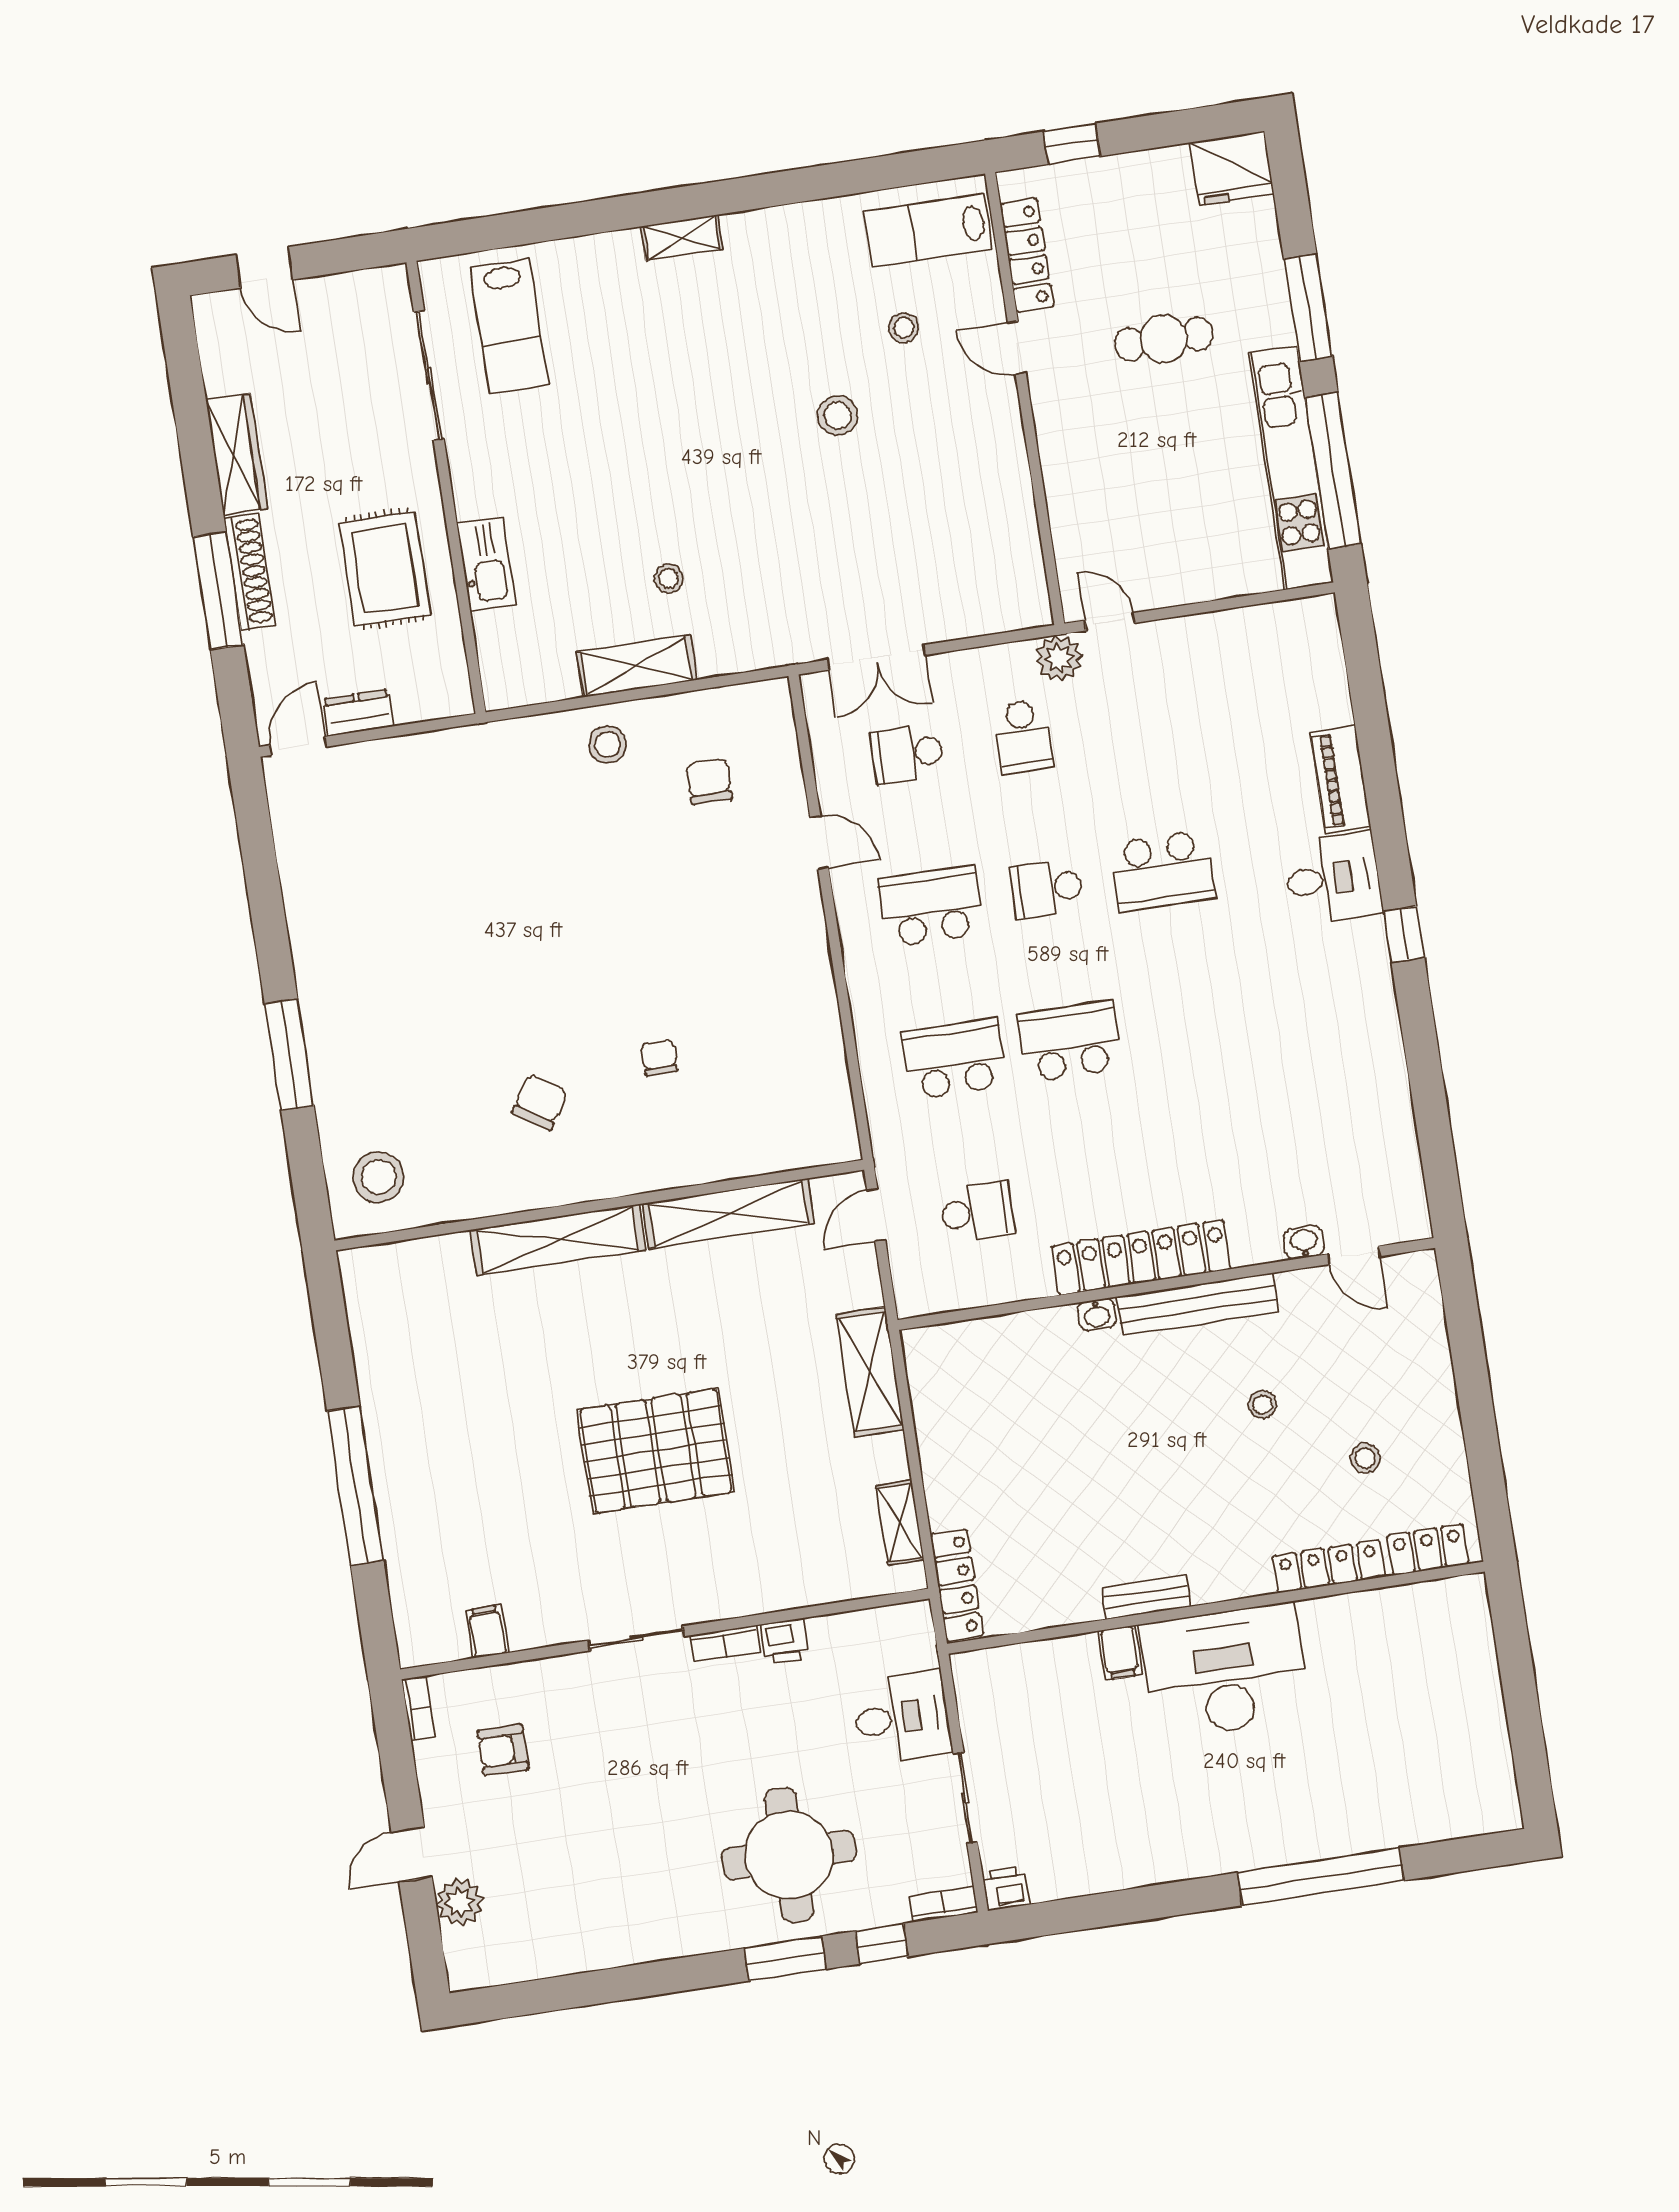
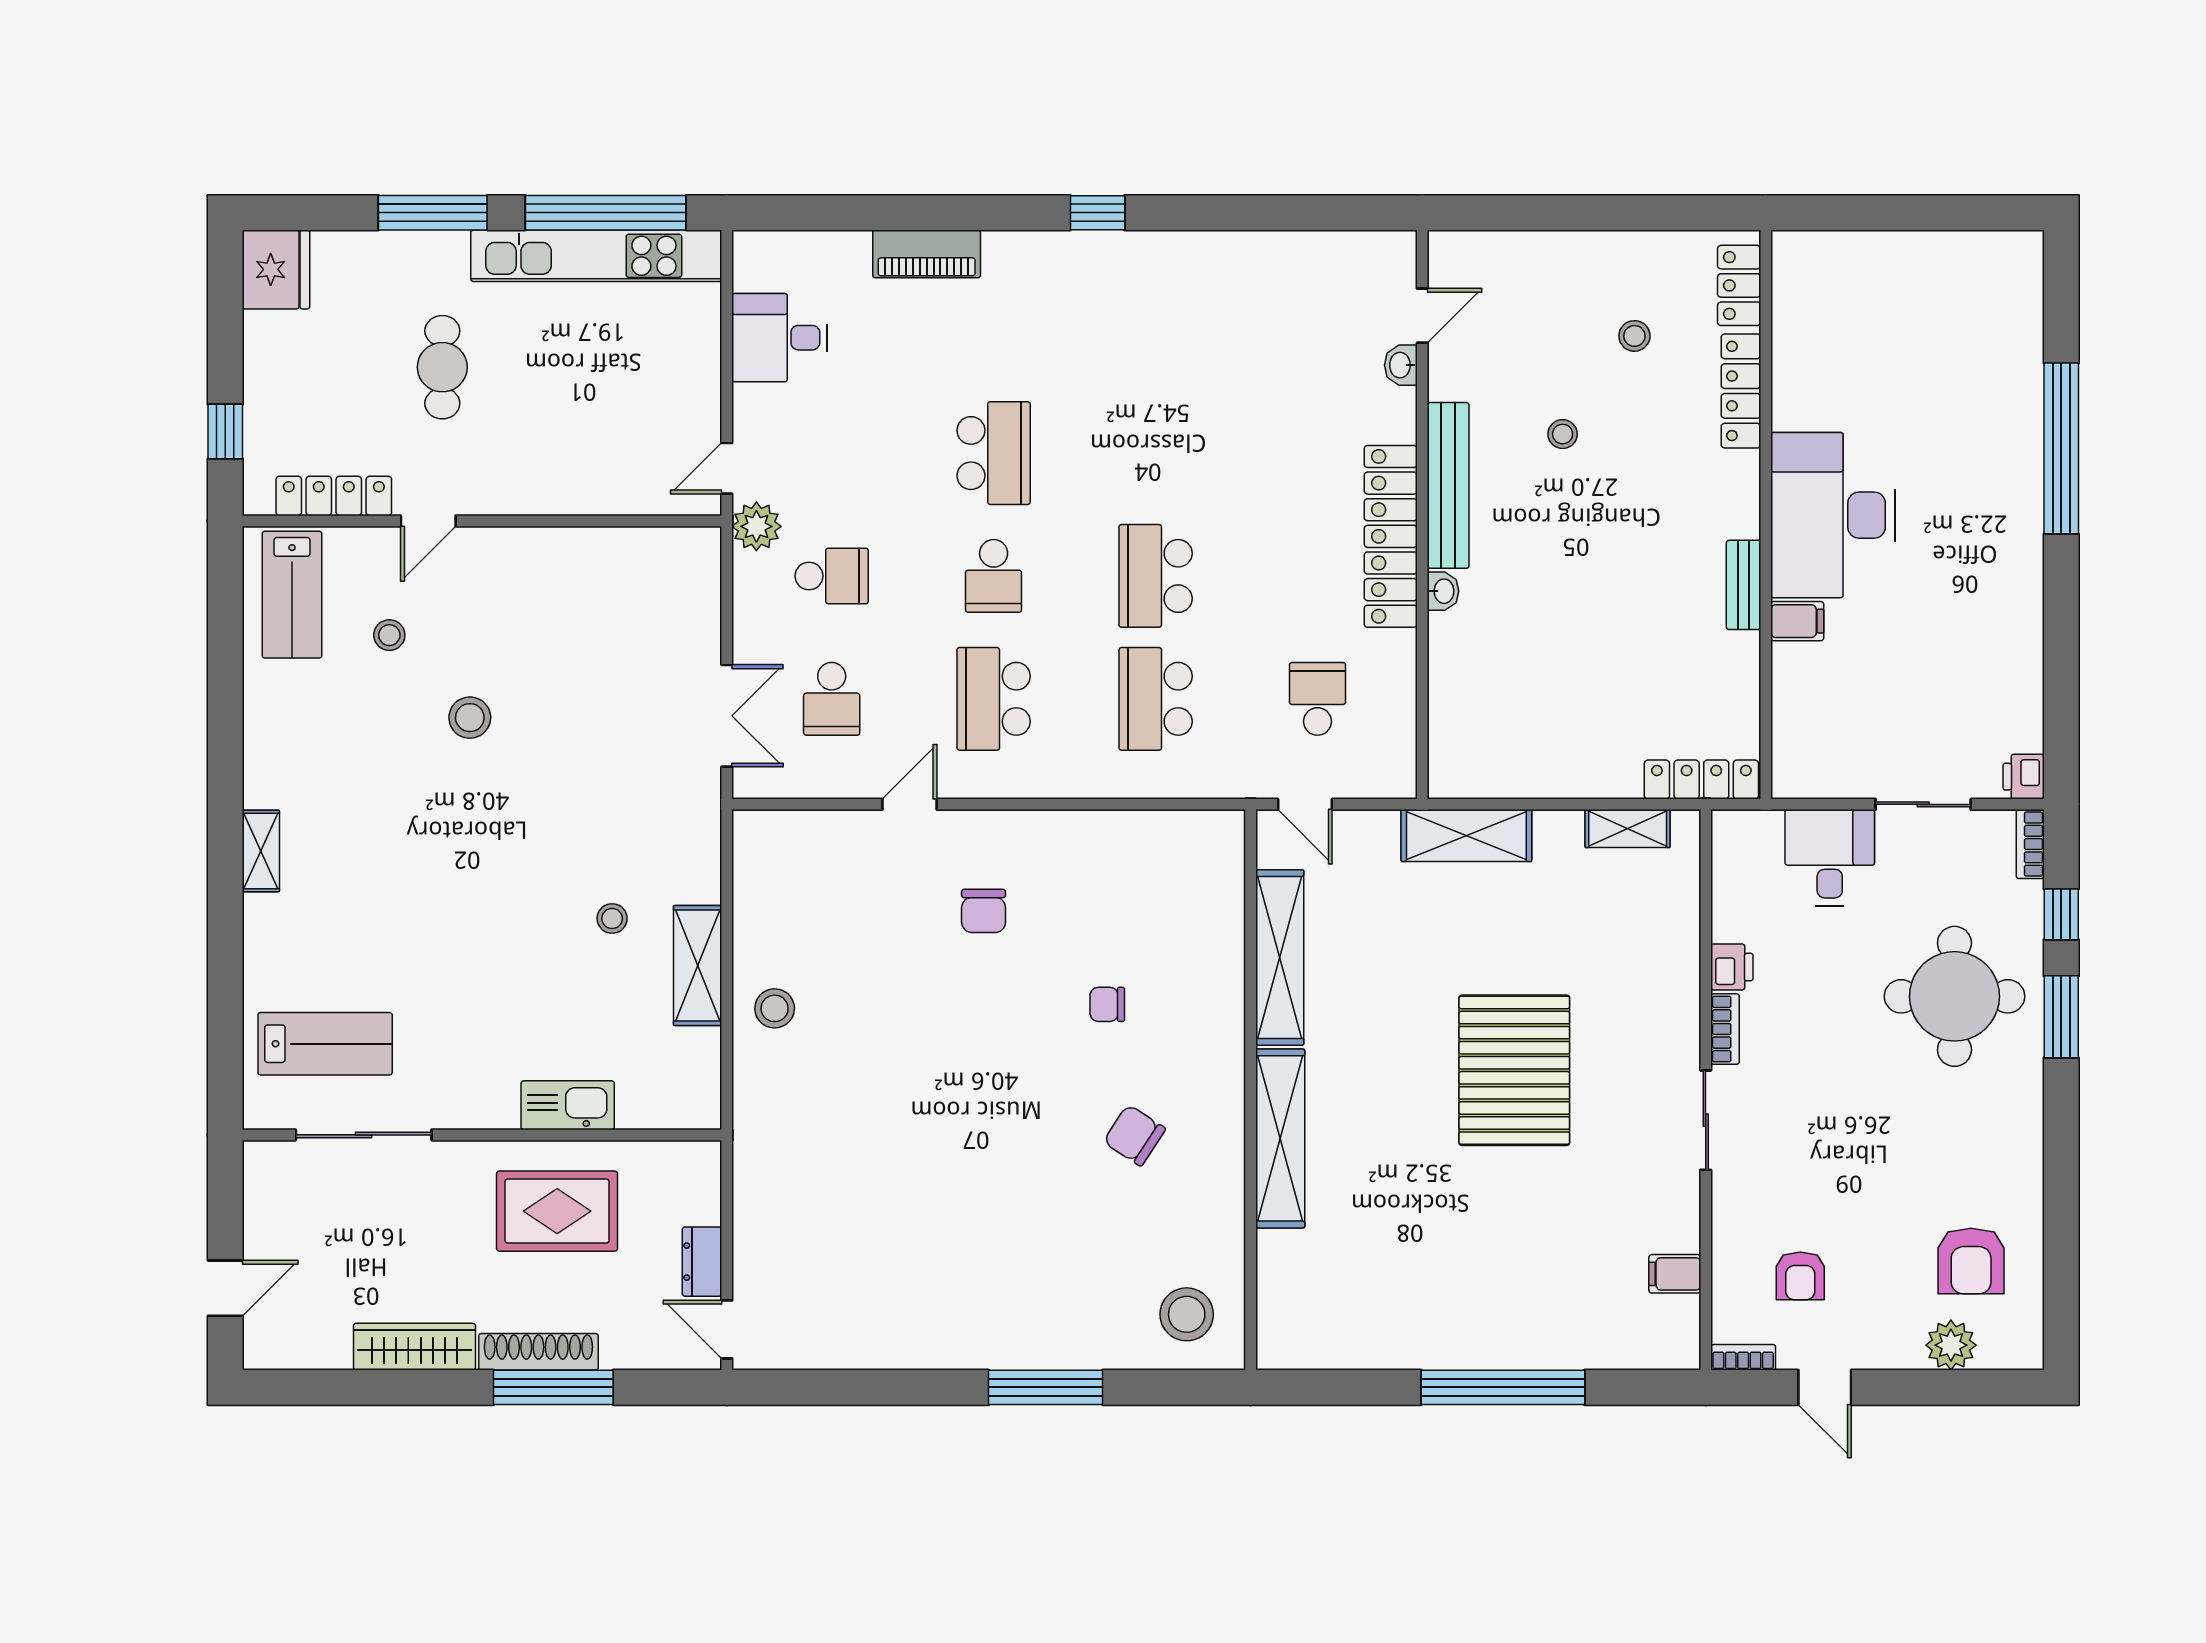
chair: (709, 781) -> (984, 911), moved, turned -90
desk: (1333, 878) -> (780, 338), moved, turned -90
door: (412, 1854) -> (1825, 1387), moved
armchair: (542, 1909) -> (1971, 1261), added

